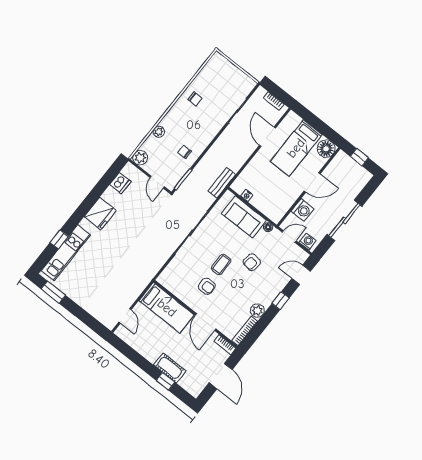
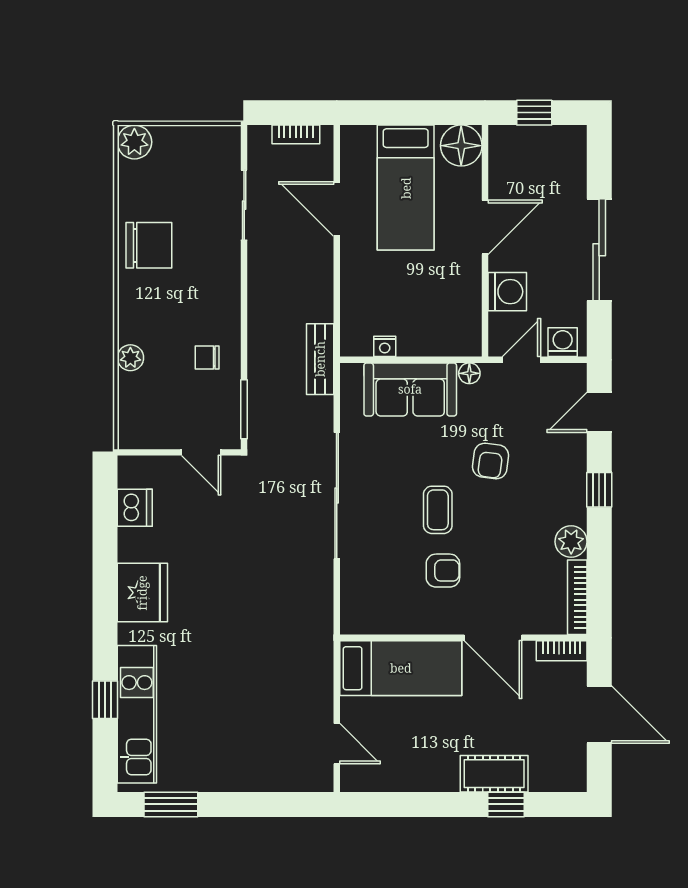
chair: (195, 99) -> (149, 245), width x1.87, depth x1.87
plant: (140, 158) -> (134, 142), moved

